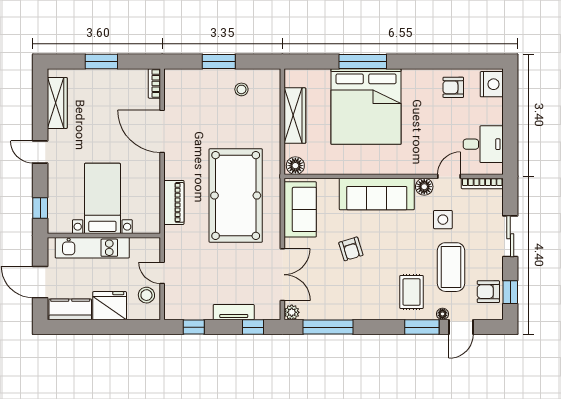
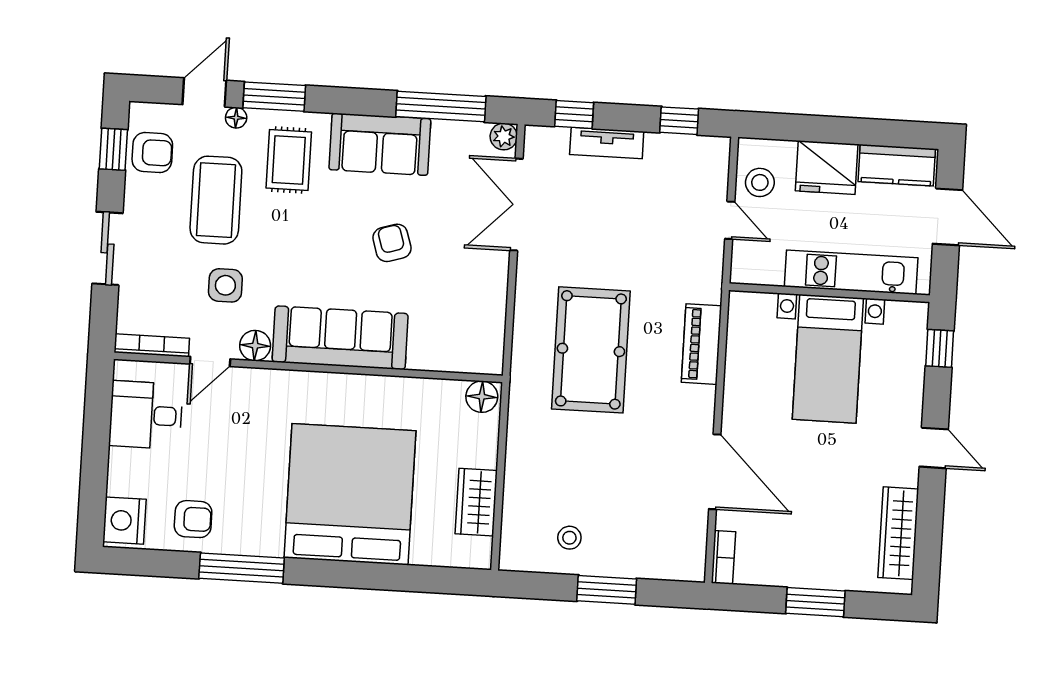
window: (363, 61) -> (242, 568), moved
wardrobe: (295, 116) -> (476, 502), width x0.67
pool table: (236, 195) -> (591, 350), width x0.73, depth x0.76
sofa: (300, 209) -> (380, 144), moved, turned -90

